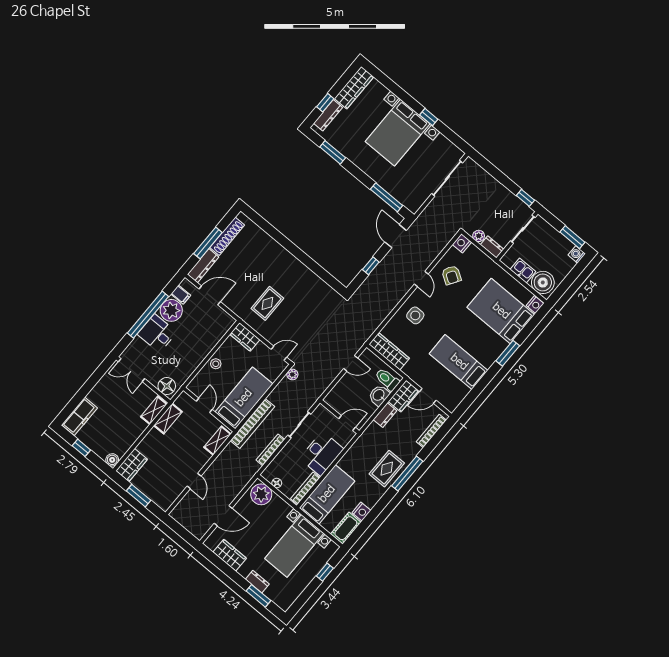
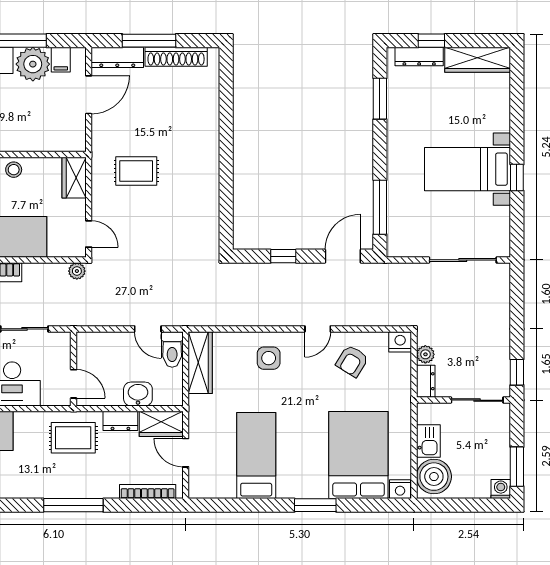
bed with nightstands: (398, 133) -> (468, 169), width x0.73
door: (210, 295) -> (89, 95), hinge flipped
toilet: (387, 379) -> (172, 349), moved, turned 180
rug: (387, 469) -> (73, 438), moved

